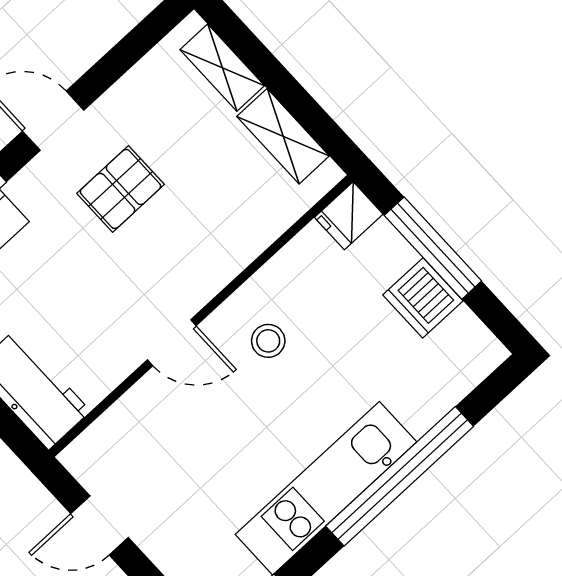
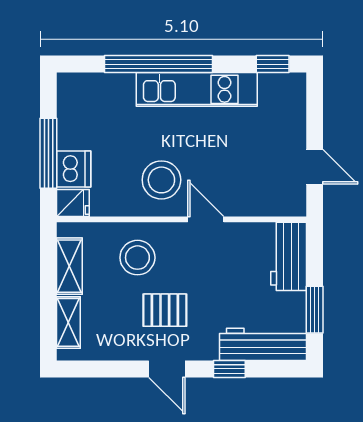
stool: (211, 222) -> (137, 258), added
dishwasher: (423, 298) -> (74, 169), moved
stool: (268, 341) -> (161, 180), width x1.89, depth x1.89

